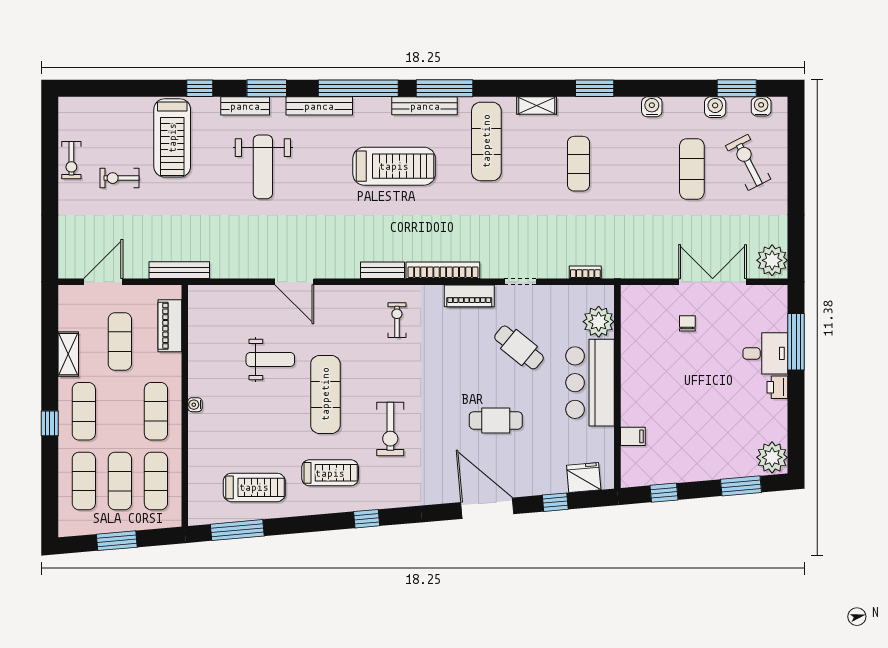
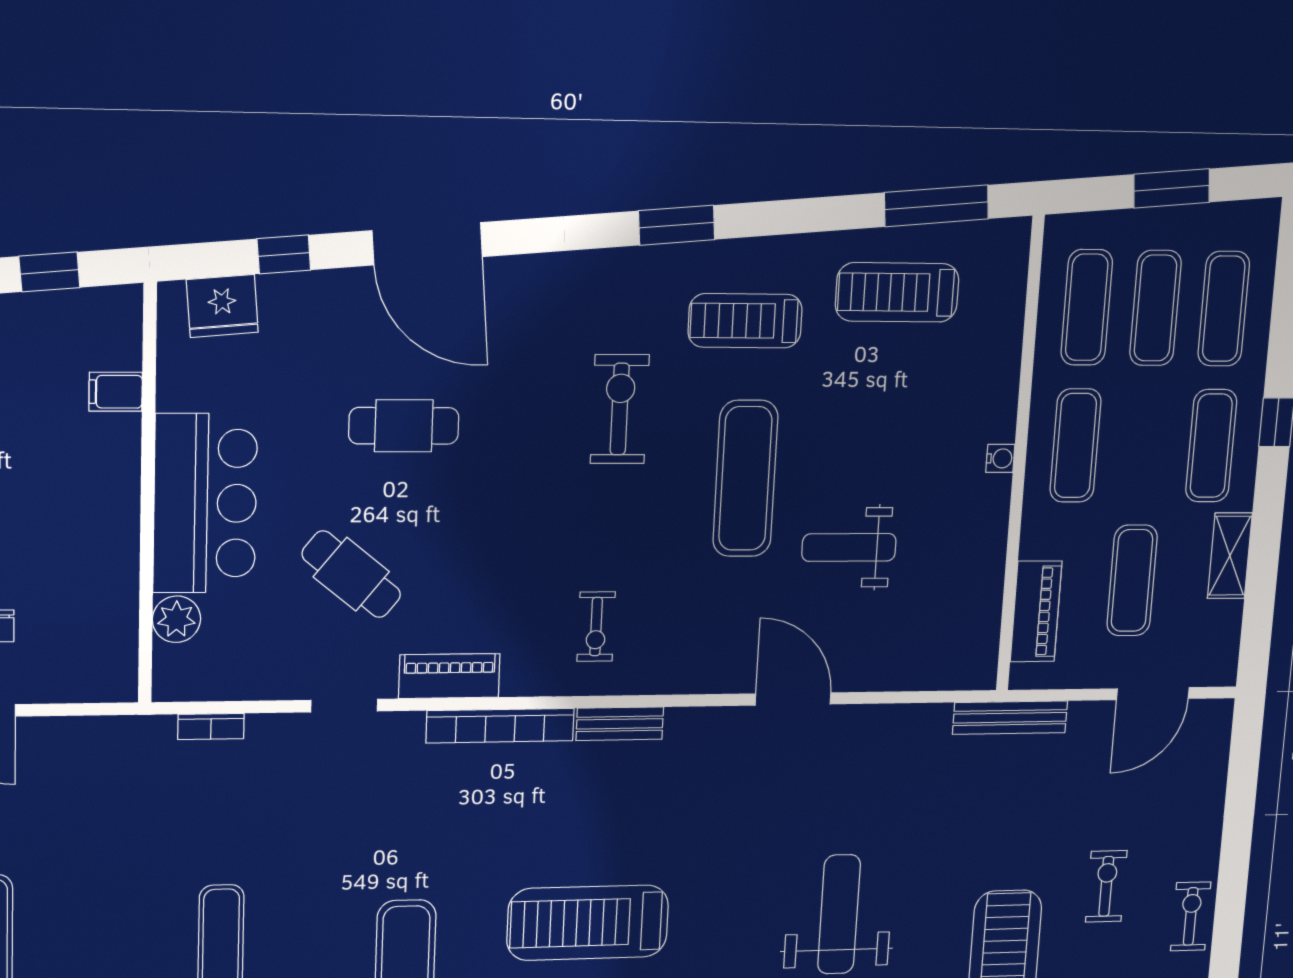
exercise bike: (120, 178) -> (1106, 886), turned -90
plant: (599, 322) -> (176, 619), width x0.73, depth x0.73
window: (367, 519) -> (677, 225), width x1.50

